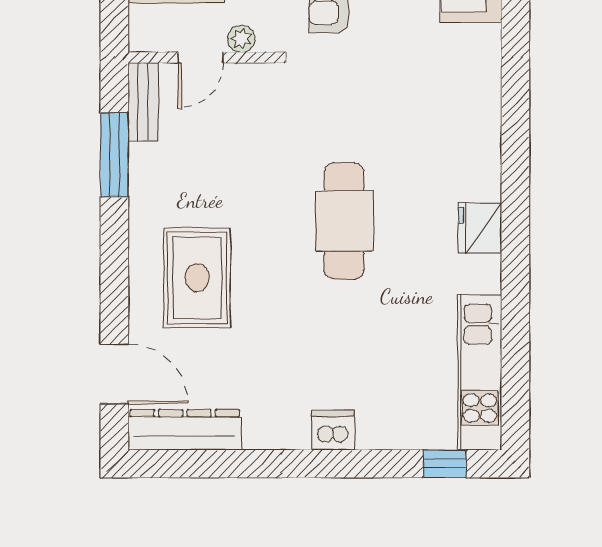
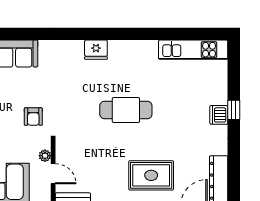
fridge: (480, 228) -> (96, 50), moved
window: (445, 464) -> (234, 110), moved

